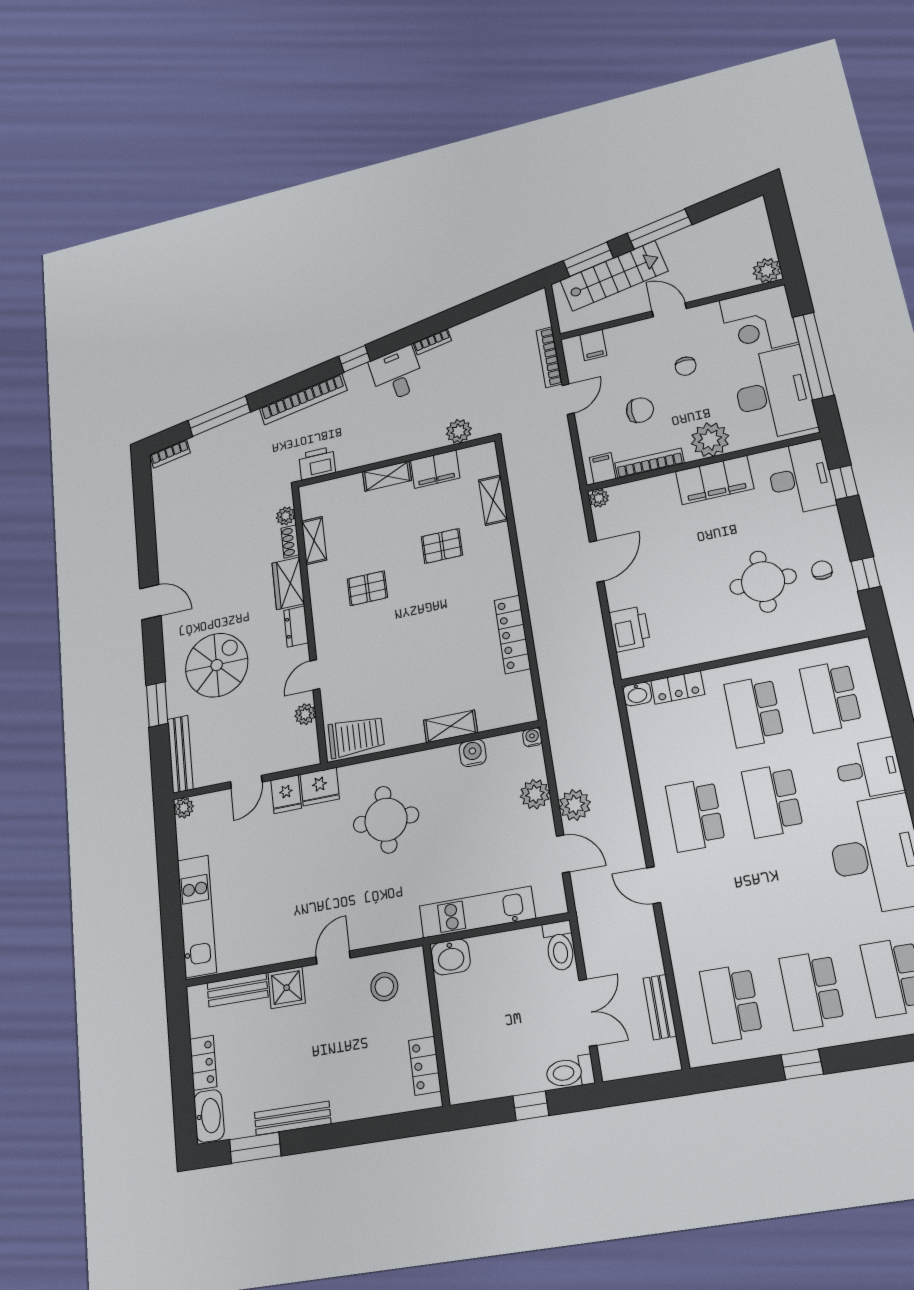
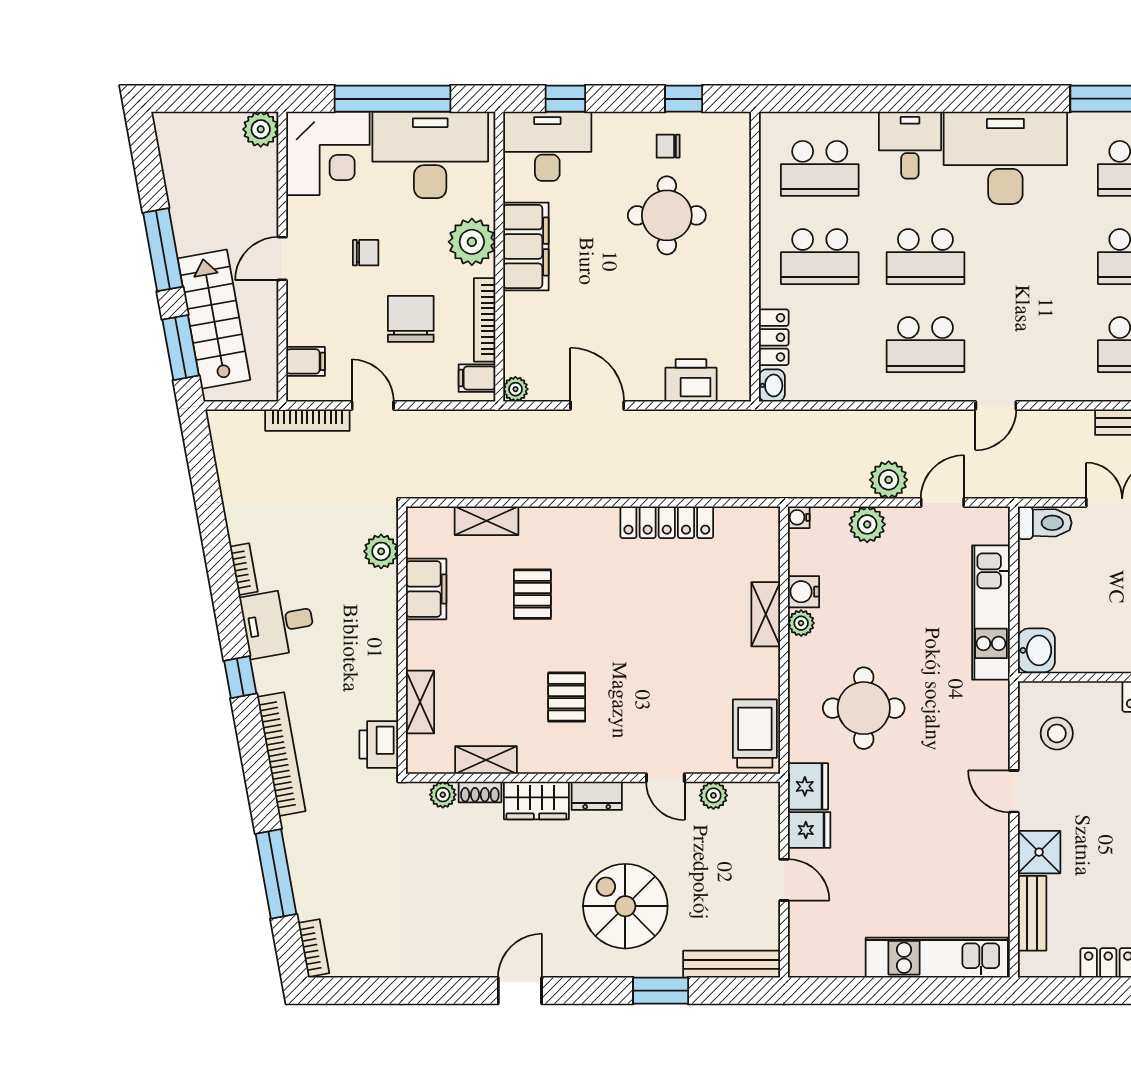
chair: (640, 410) -> (411, 319), width x1.37, depth x1.37
shelving: (387, 476) -> (420, 702), moved
plant: (184, 808) -> (801, 623), moved

